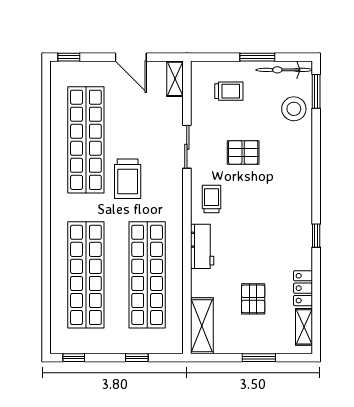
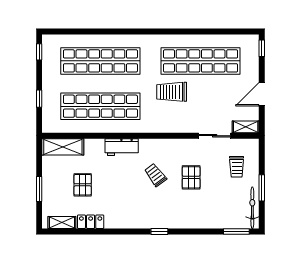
stool: (294, 109) -> (223, 215), removed
sliding door: (187, 147) -> (215, 136), moved
trolley: (211, 199) -> (155, 175), moved, turned -127
window: (316, 236) -> (159, 231), moved
pallet: (253, 299) -> (83, 185), turned 90

